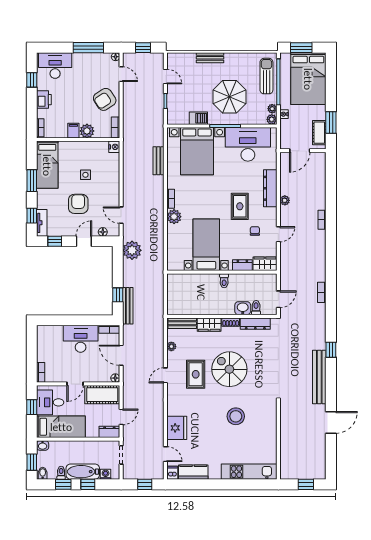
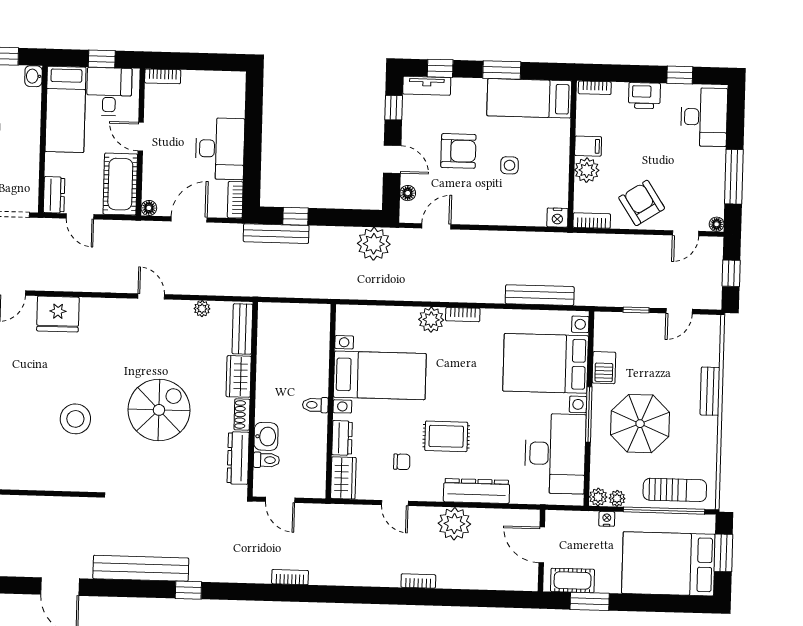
bench: (158, 161) -> (540, 295), width x1.36
plant: (285, 200) -> (454, 524), width x1.88, depth x1.88
rug: (196, 374) -> (152, 350), removed

